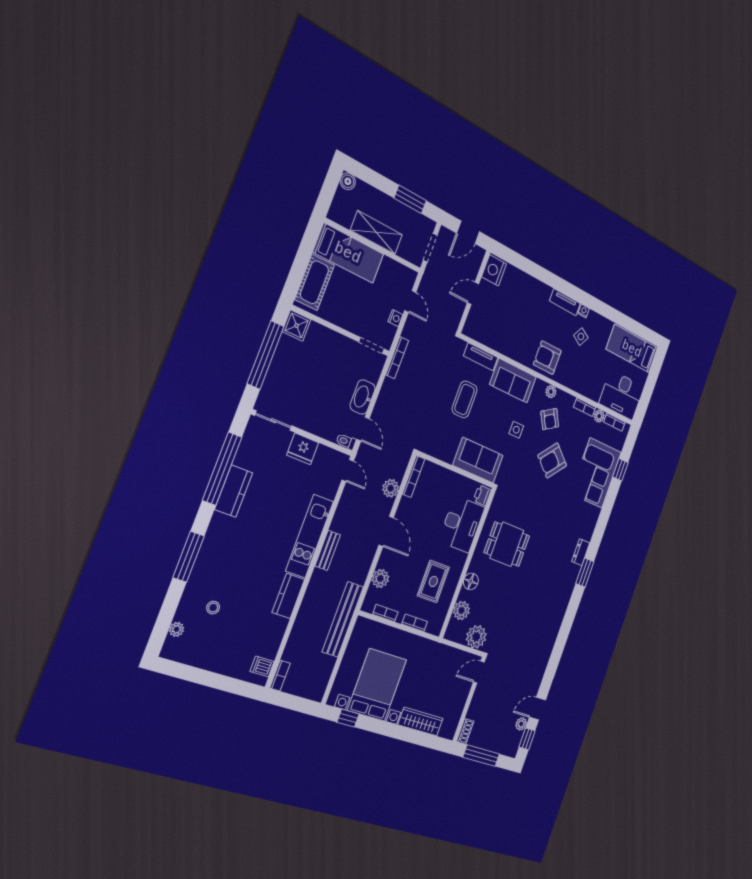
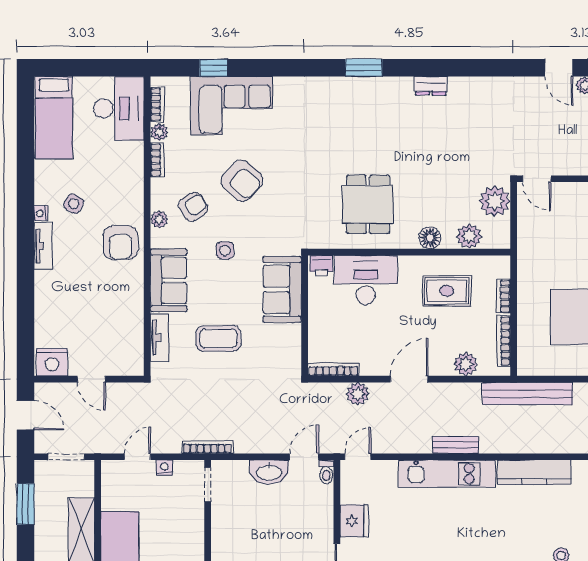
dresser: (581, 552) -> (431, 86), moved
kitchen counter: (288, 596) -> (534, 472), width x1.50
bookcase: (385, 613) -> (504, 341), width x1.56

